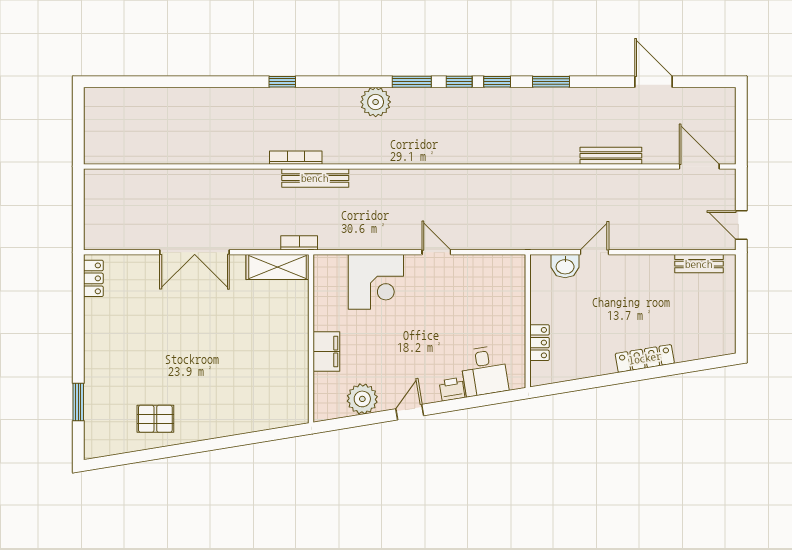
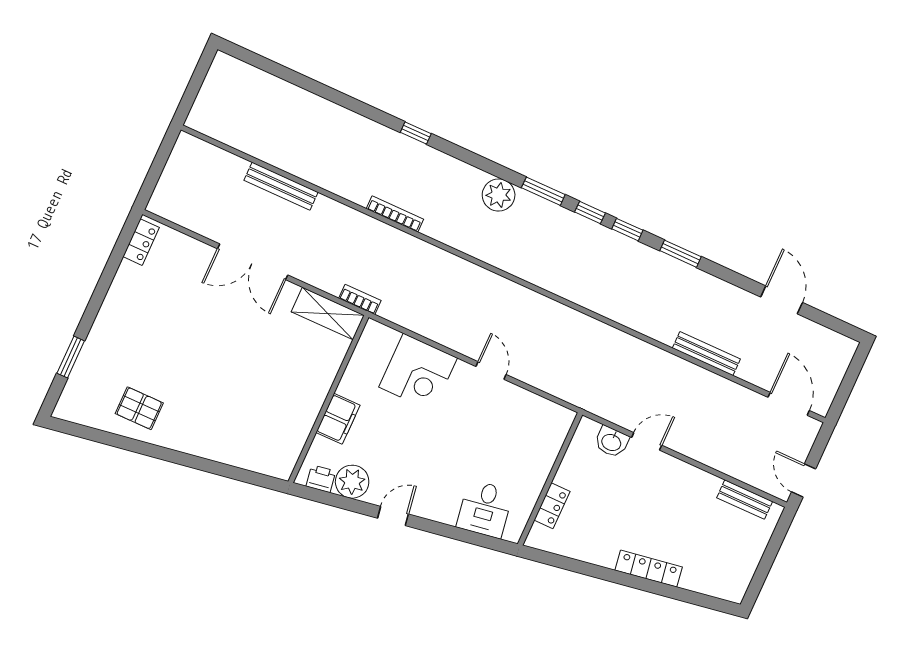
bench: (315, 178) -> (281, 186), moved
printer: (452, 389) -> (321, 479), moved

